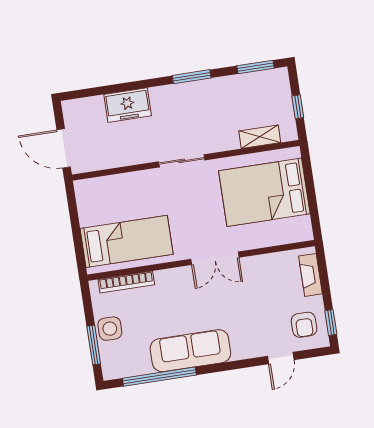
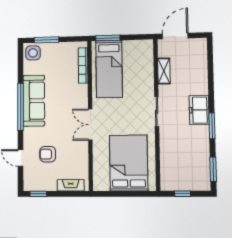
freezer: (128, 105) -> (199, 110), moved
shelving: (260, 137) -> (164, 71), moved
window: (79, 250) -> (108, 38), added
armchair: (304, 325) -> (48, 154), moved
side table: (110, 329) -> (33, 53), moved
window: (159, 377) -> (21, 107), moved

